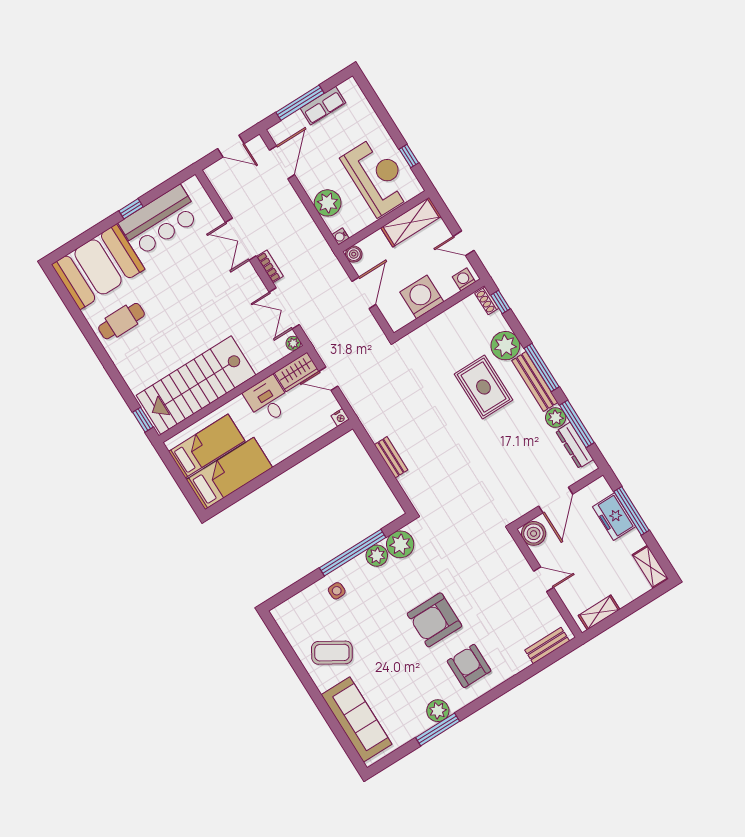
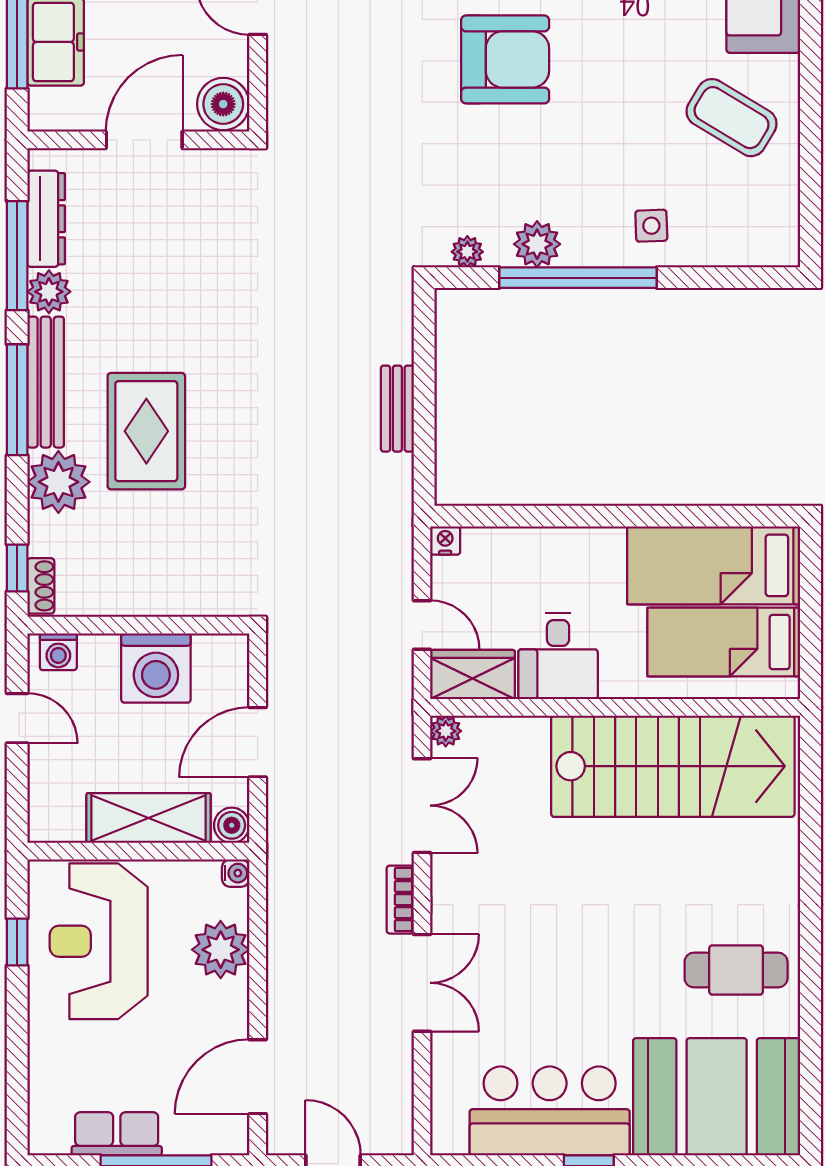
shelving: (411, 222) -> (149, 818), moved
window: (143, 420) -> (811, 764), removed
plant: (400, 544) -> (467, 252), width x0.53, depth x0.53

